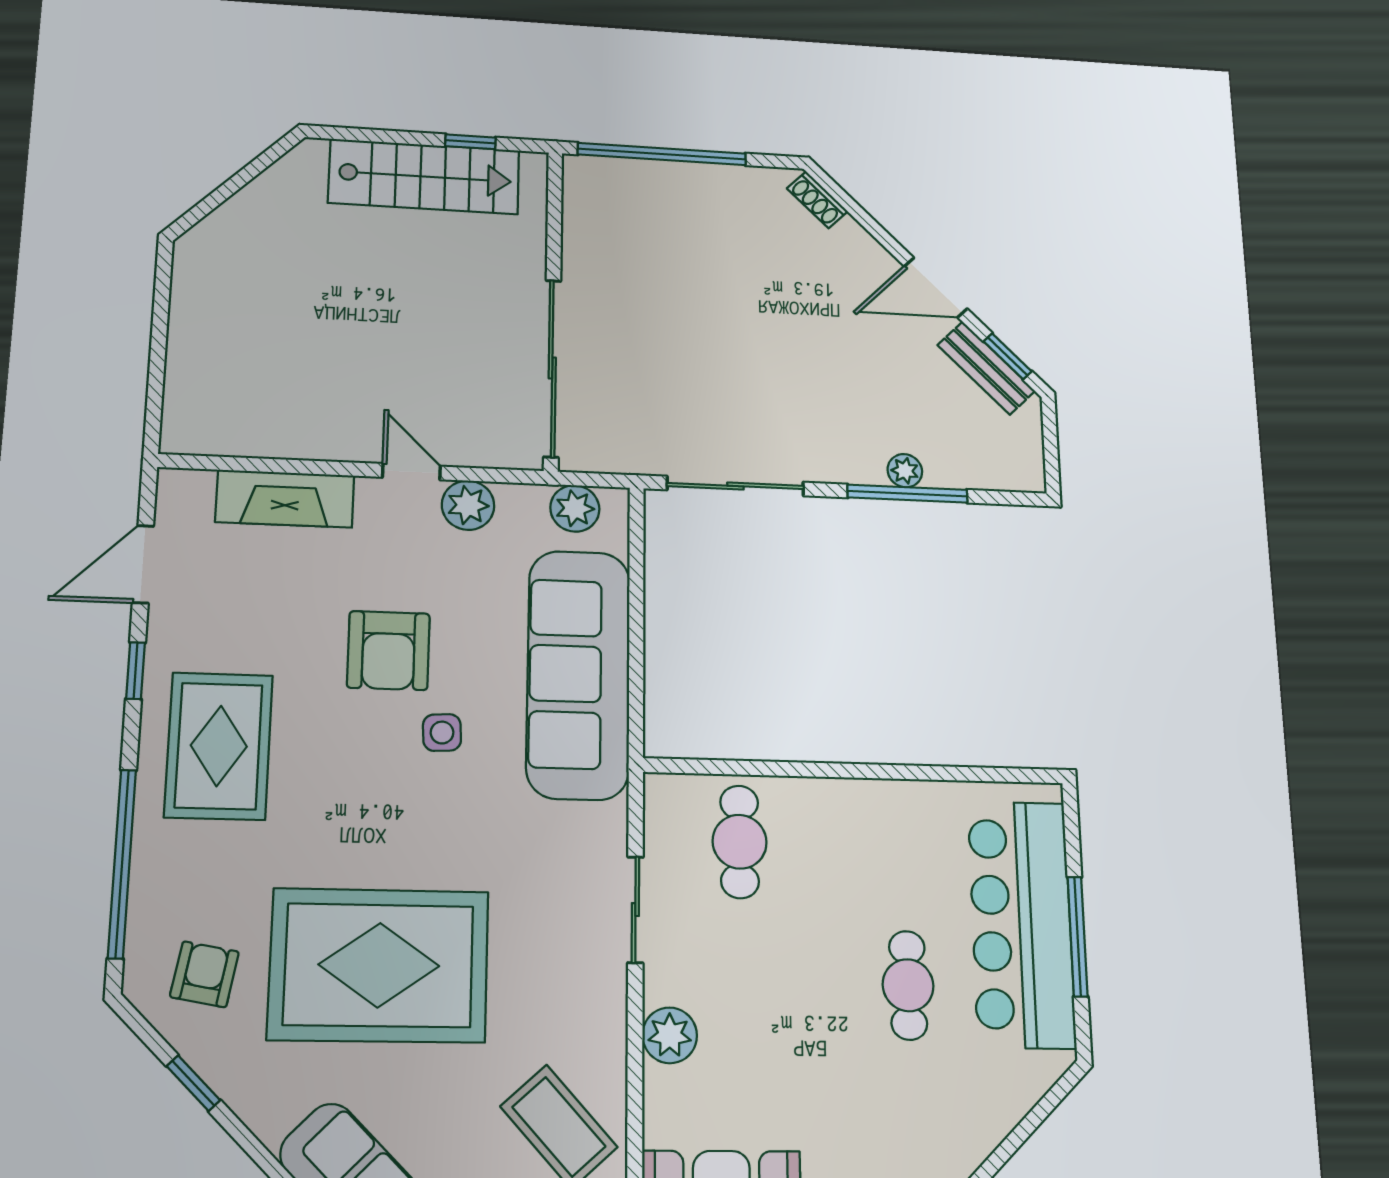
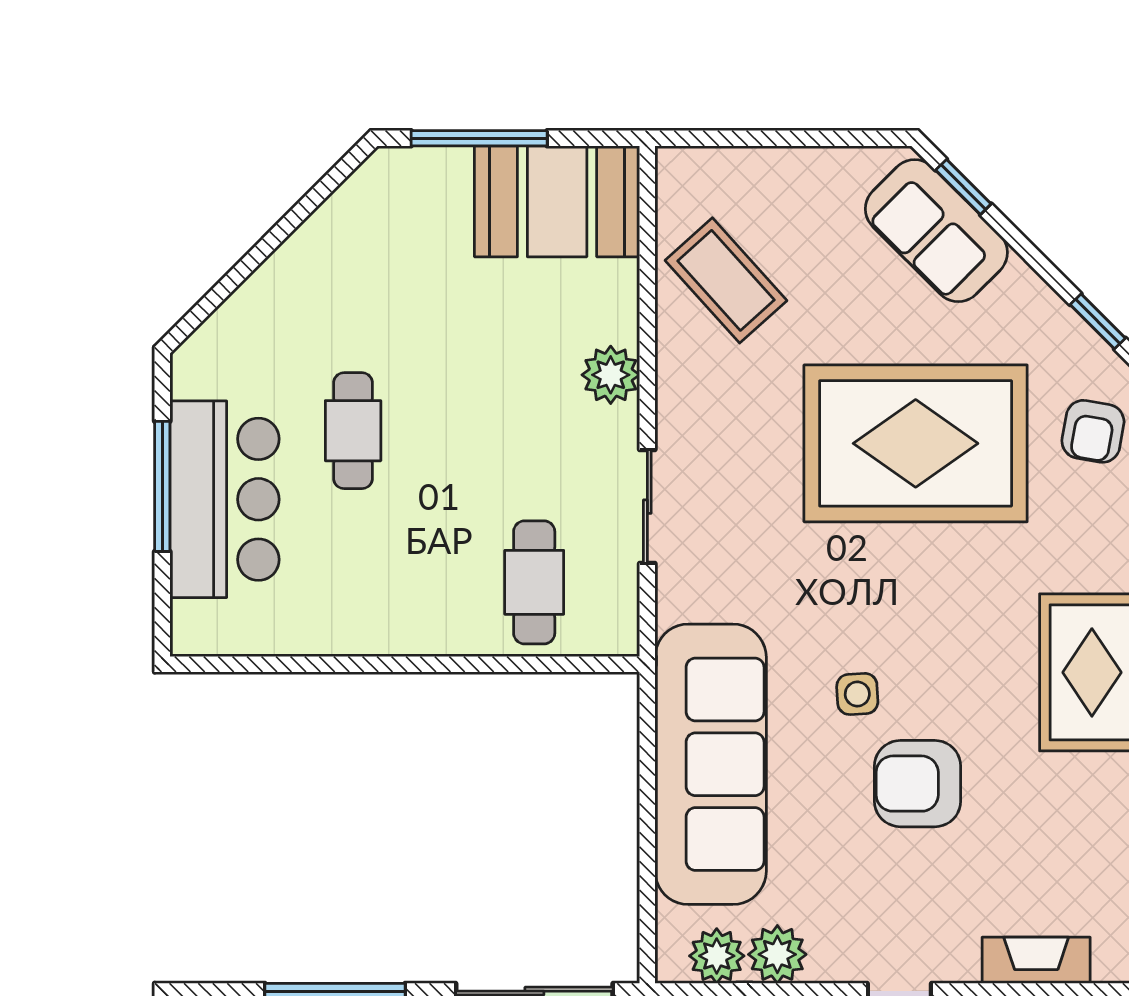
fireplace: (285, 499) -> (1036, 960), width x0.73, depth x0.76
plant: (468, 505) -> (777, 954), moved
armchair: (388, 651) -> (918, 784), turned -90
bar counter: (1021, 924) -> (224, 499), width x0.73

